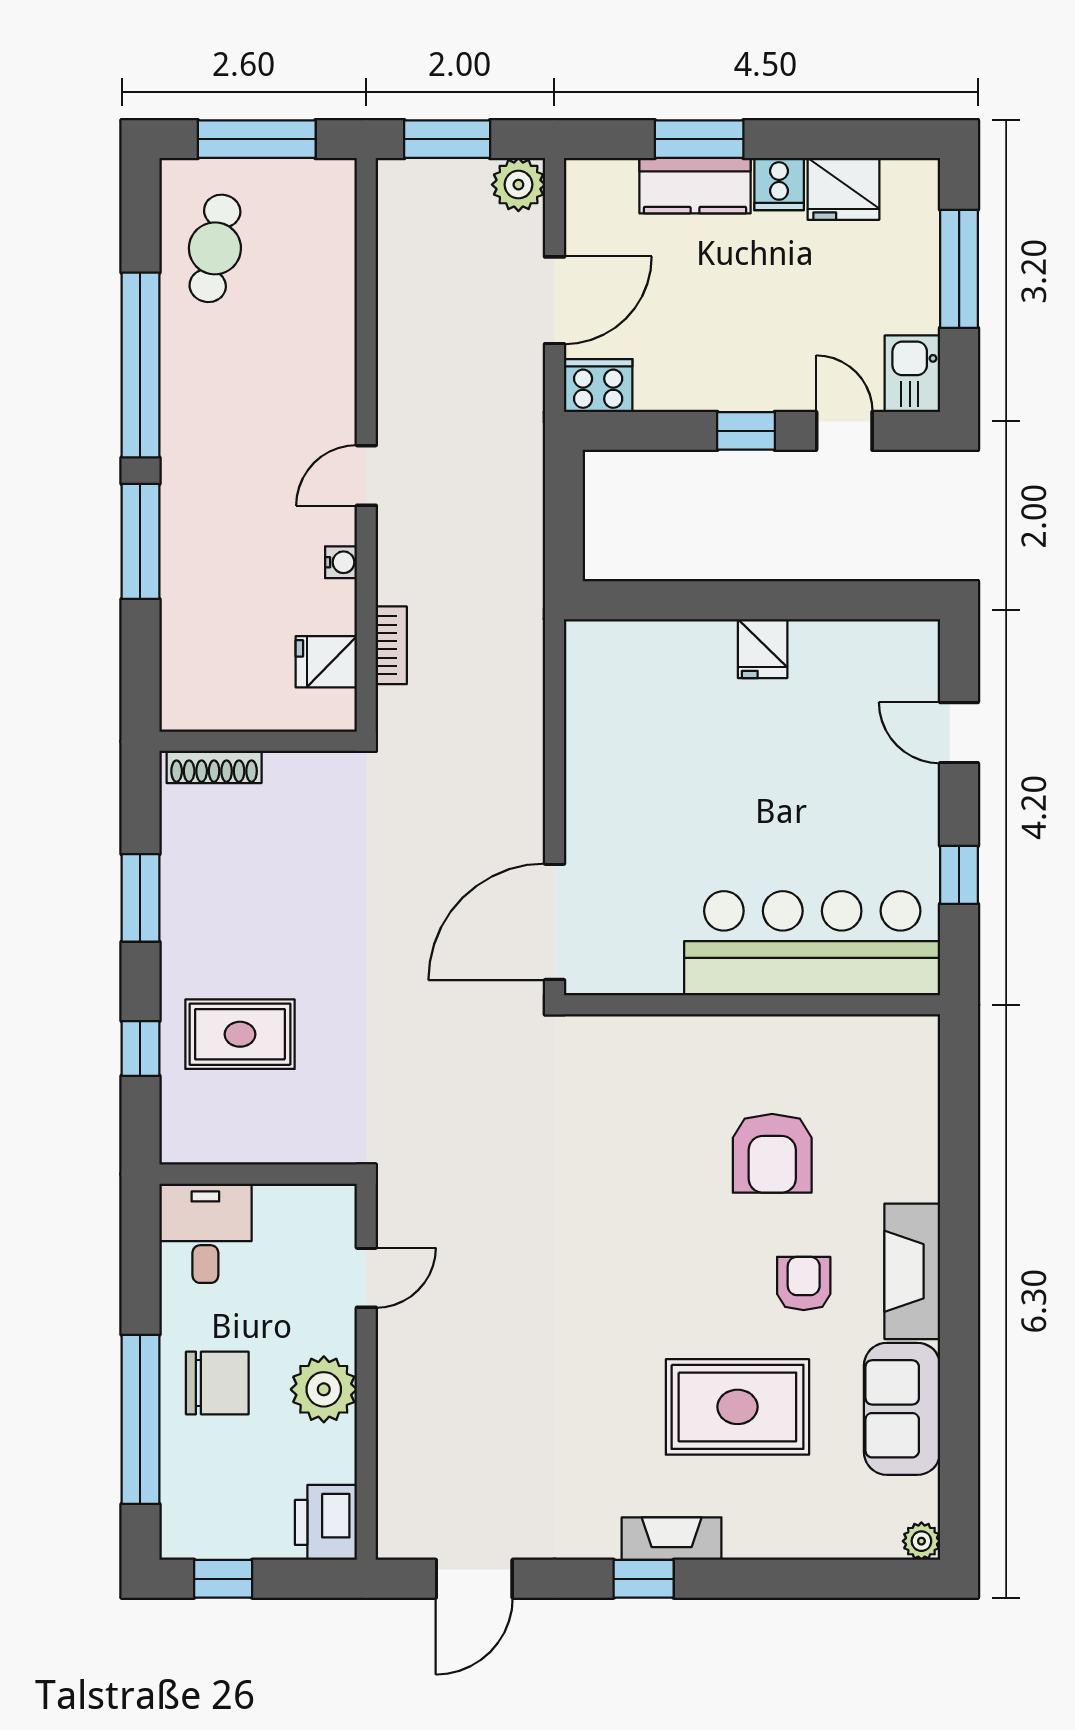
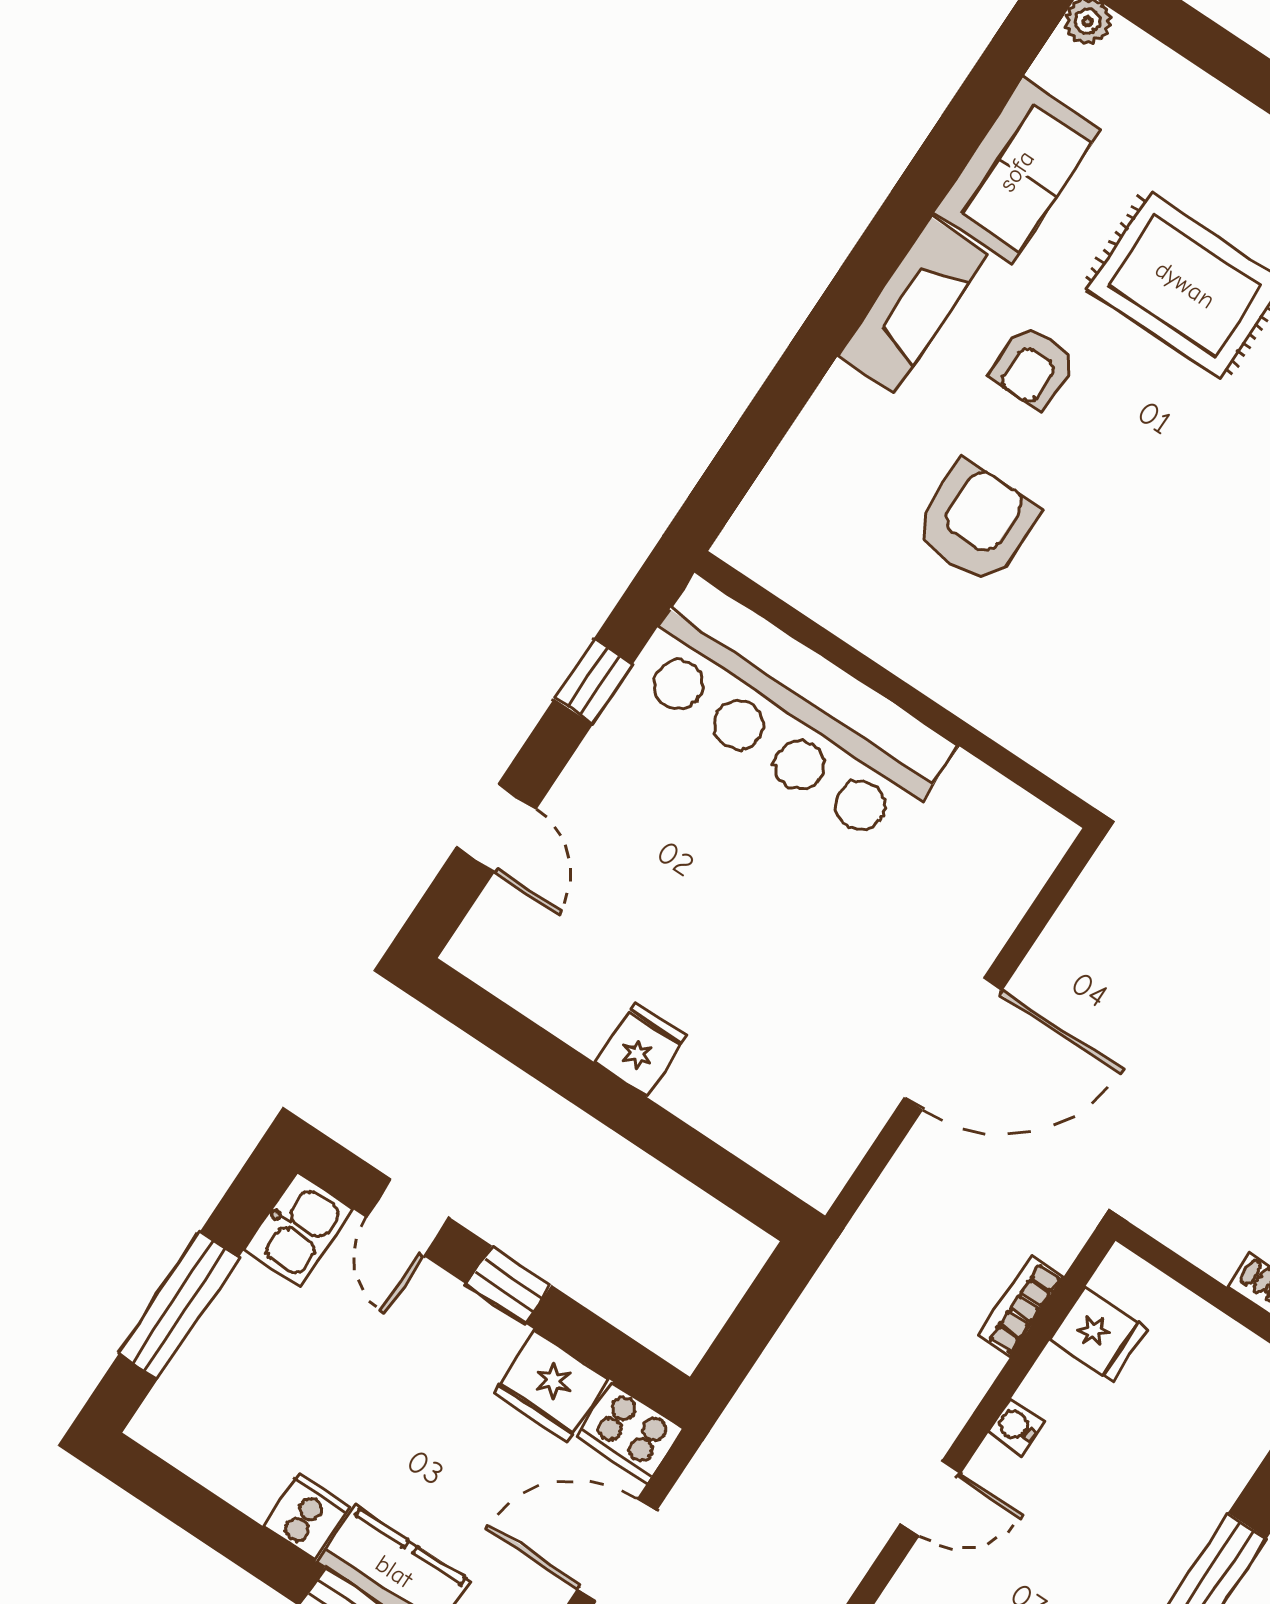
fridge: (843, 189) -> (551, 1386), moved, turned 180
door: (554, 922) -> (953, 1043), moved

